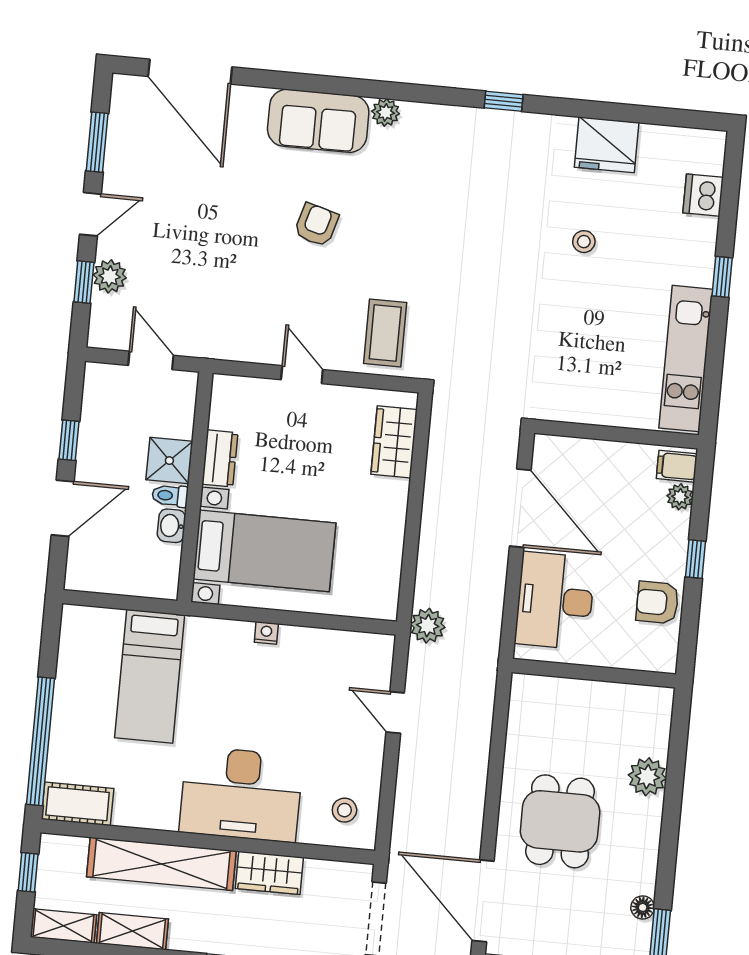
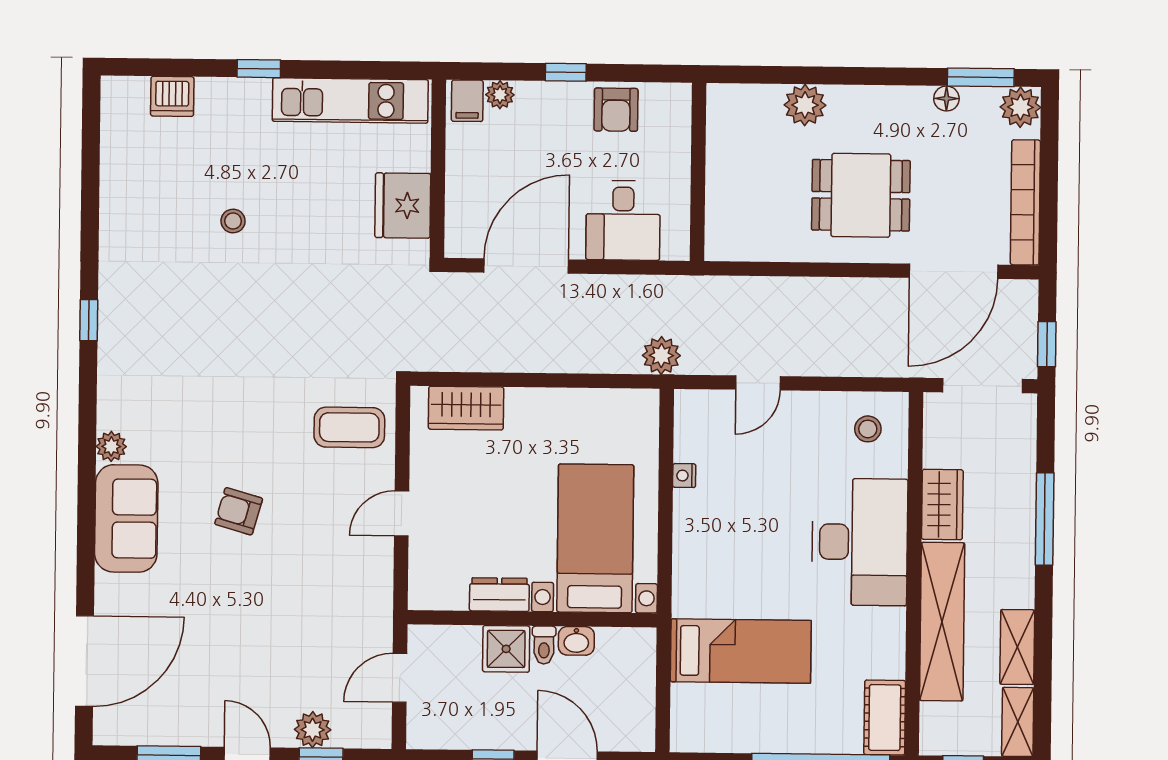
fridge: (607, 145) -> (403, 205), moved, turned 180
desk: (555, 601) -> (623, 220), width x0.73
nightstand: (266, 633) -> (684, 476), moved

